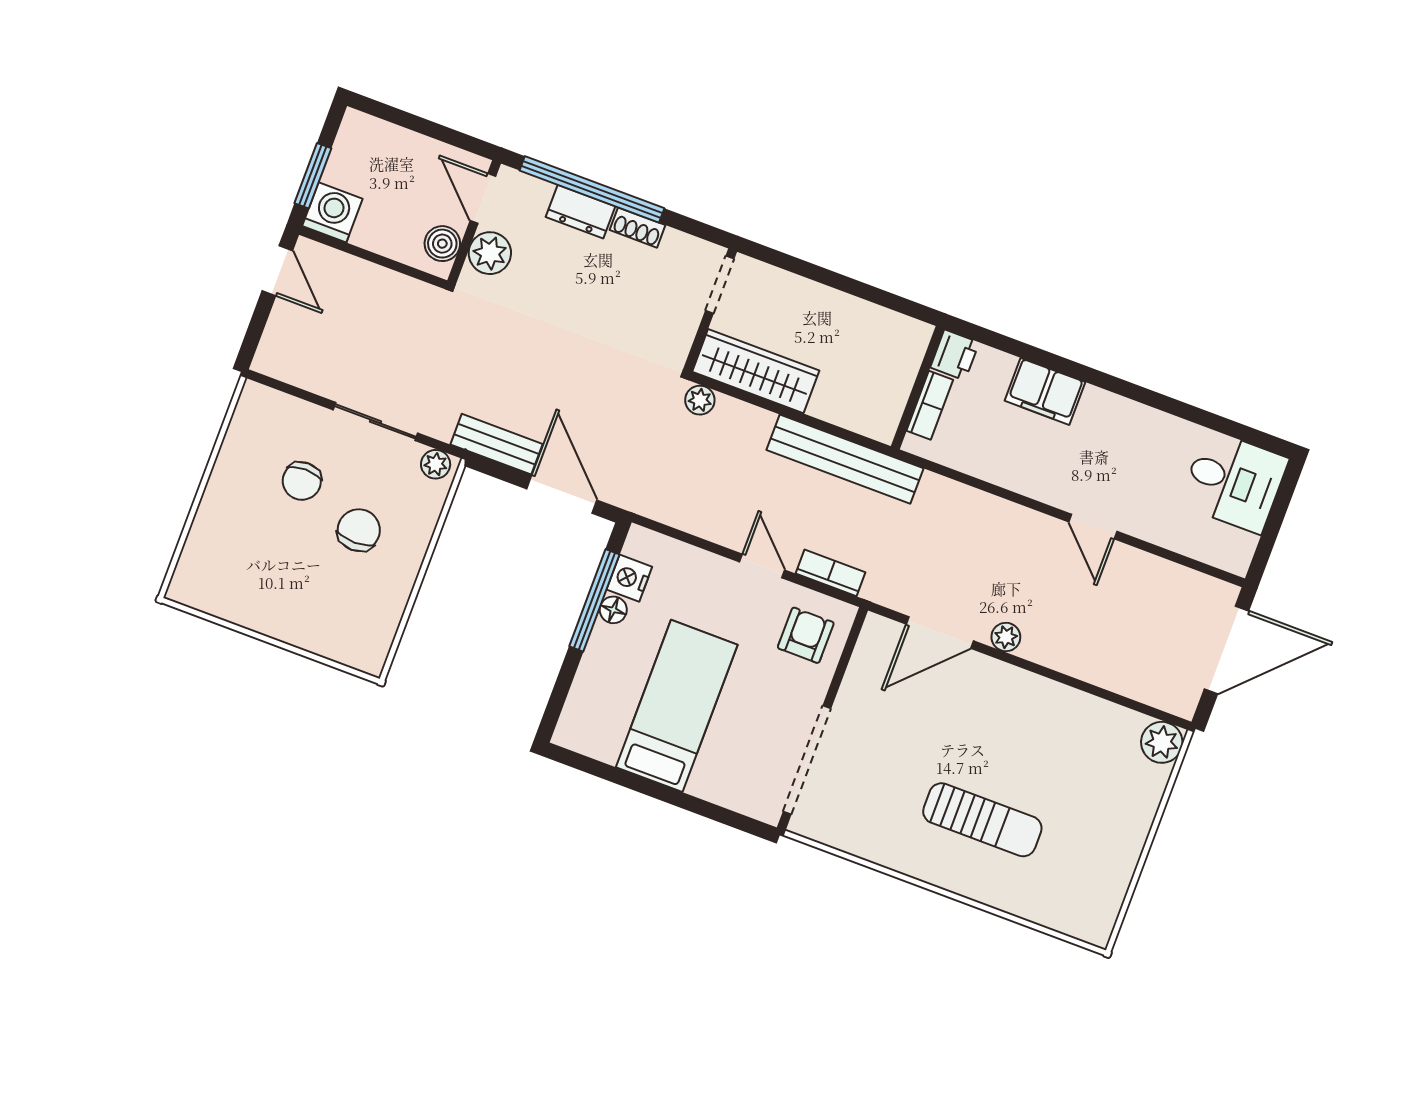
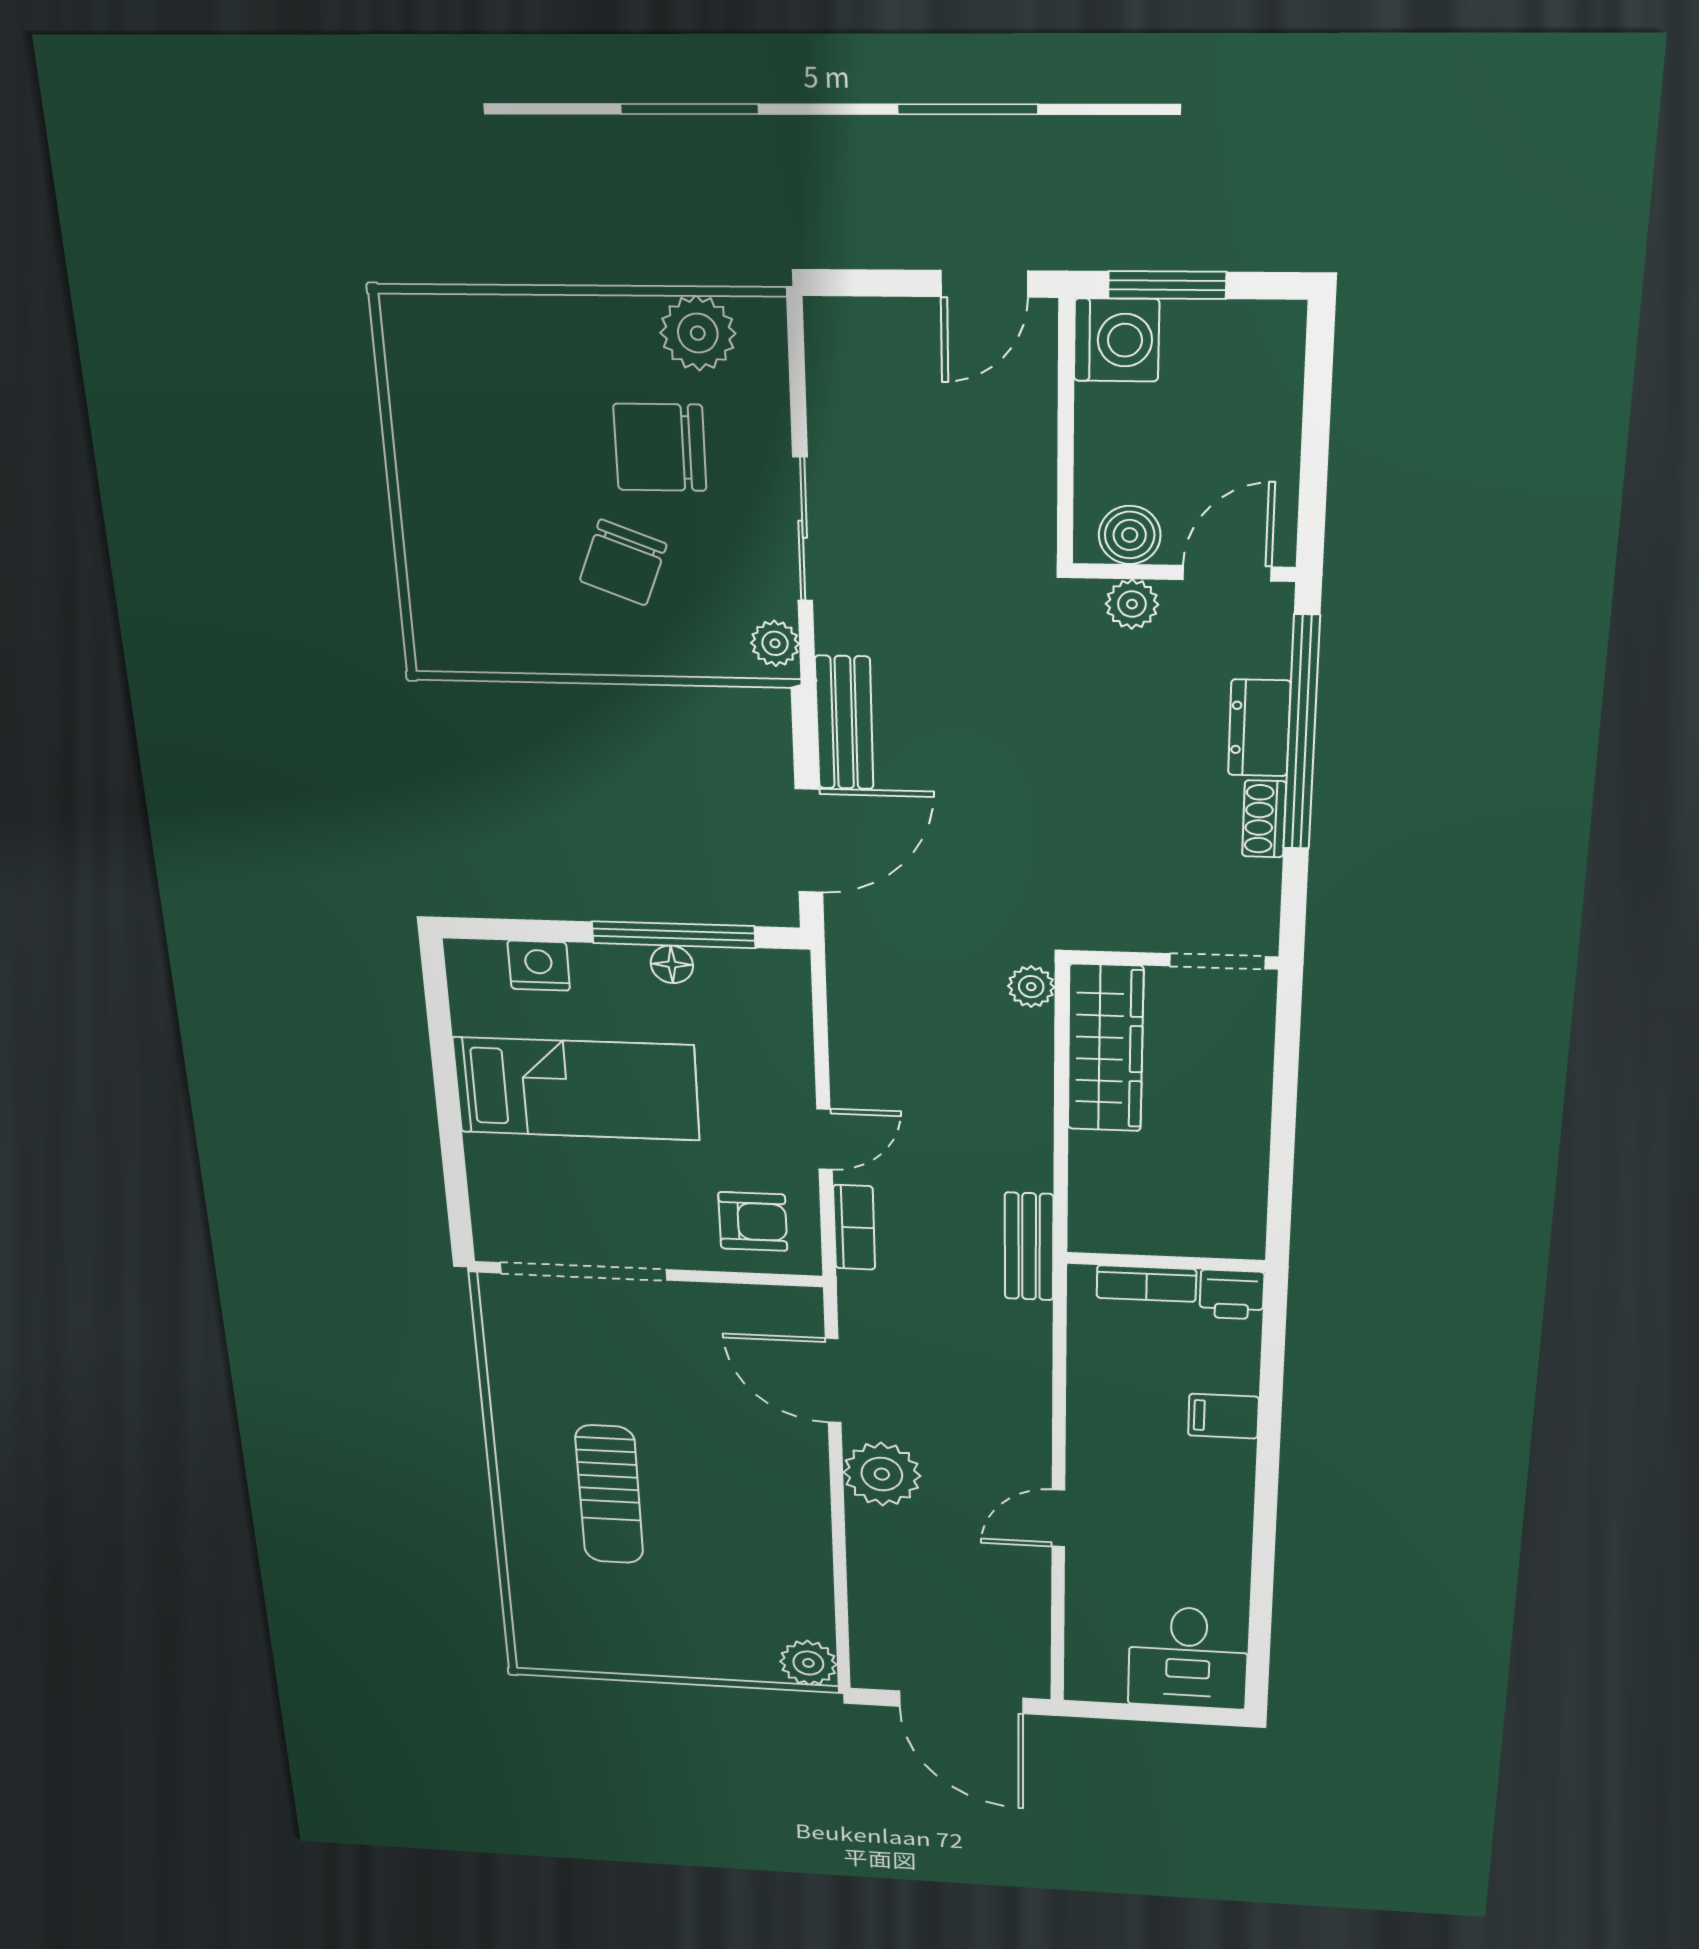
plant: (490, 253) -> (1132, 604), width x0.73, depth x0.73
filing cabinet: (1045, 391) -> (1223, 1416), width x0.50
plant: (248, 433) -> (698, 333), added
bench: (845, 459) -> (1029, 1247), width x0.54, depth x0.82
chair: (302, 481) -> (660, 447), width x1.37, depth x1.37
chair: (359, 530) -> (623, 563), turned 111
nightstand: (629, 578) -> (539, 966), moved
plant: (1006, 637) -> (882, 1474), width x1.87, depth x1.87

